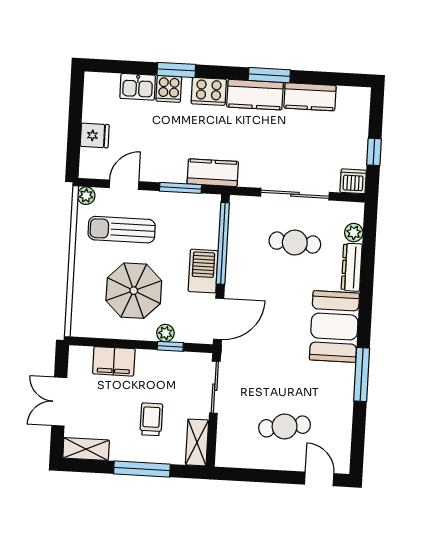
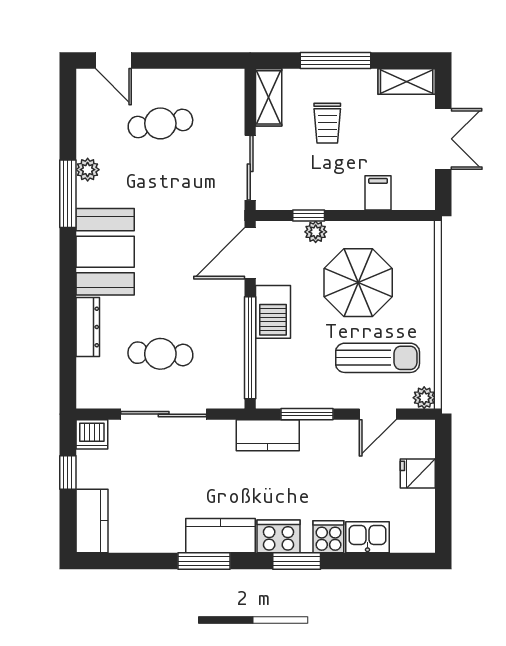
window: (176, 70) -> (297, 561), moved
kitchen counter: (310, 97) -> (92, 521), moved, turned 90
plant: (354, 233) -> (88, 170), moved
filing cabinet: (114, 361) -> (378, 193), width x0.50

